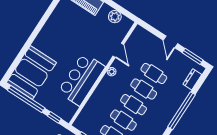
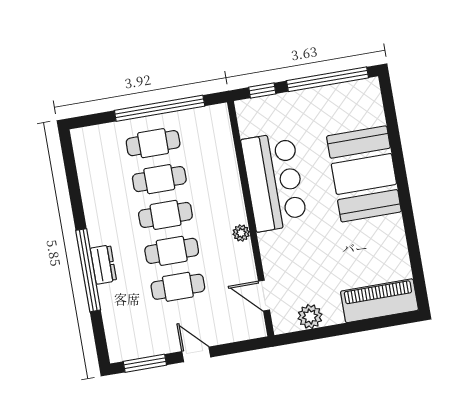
door: (118, 50) -> (264, 296), moved
booth: (31, 73) -> (364, 174), moved
dresser: (192, 79) -> (103, 265), moved

